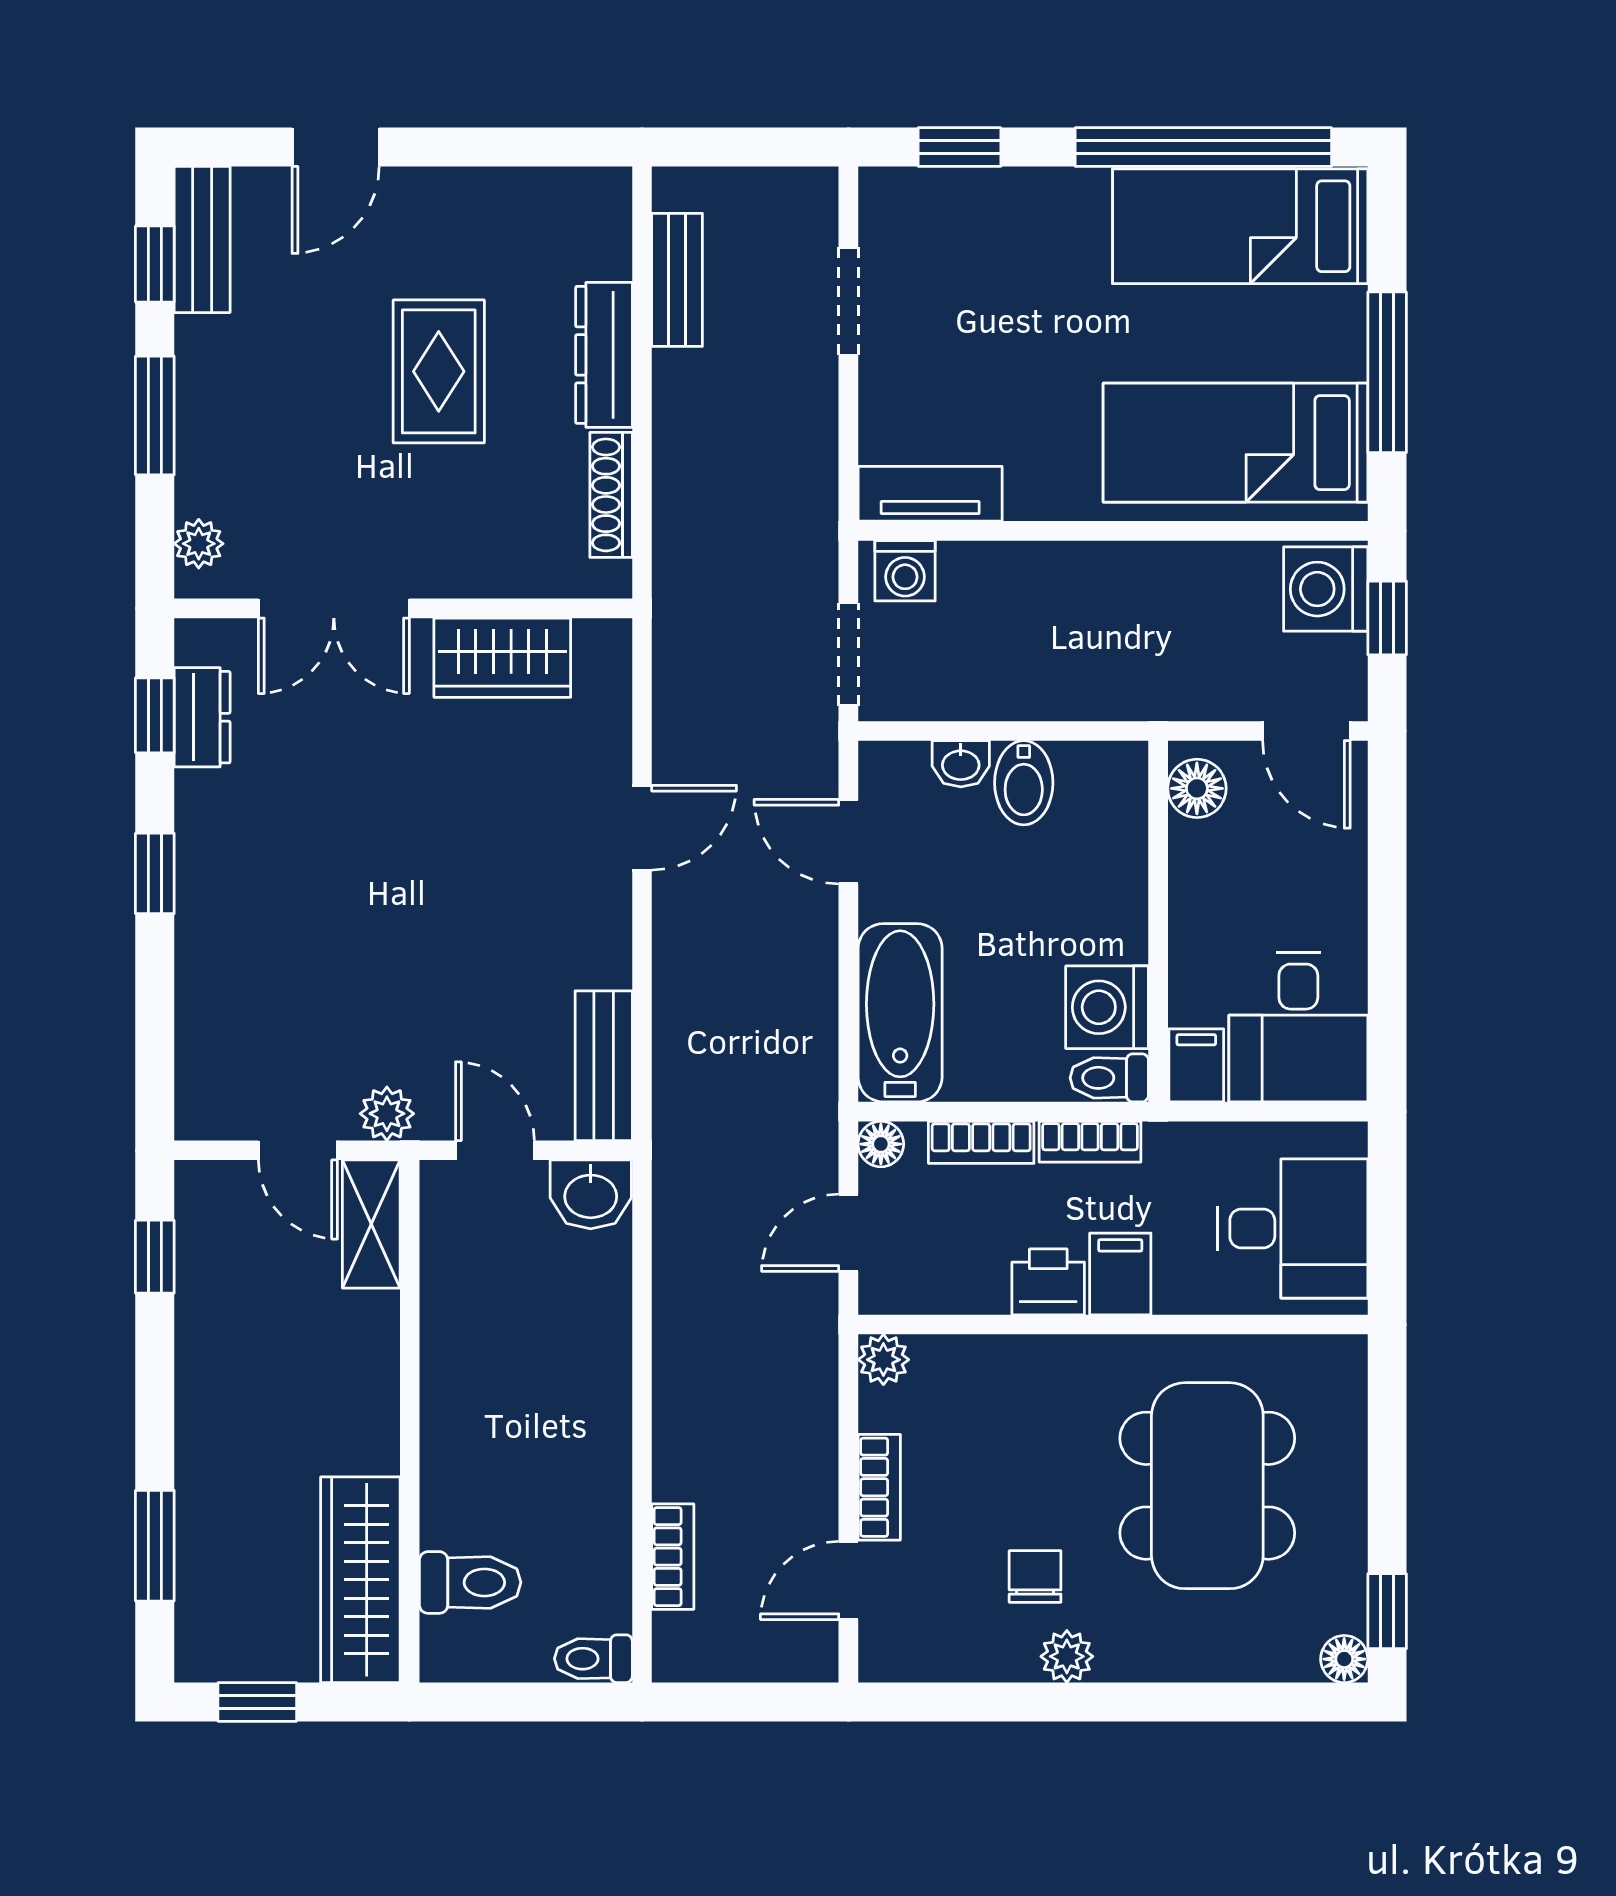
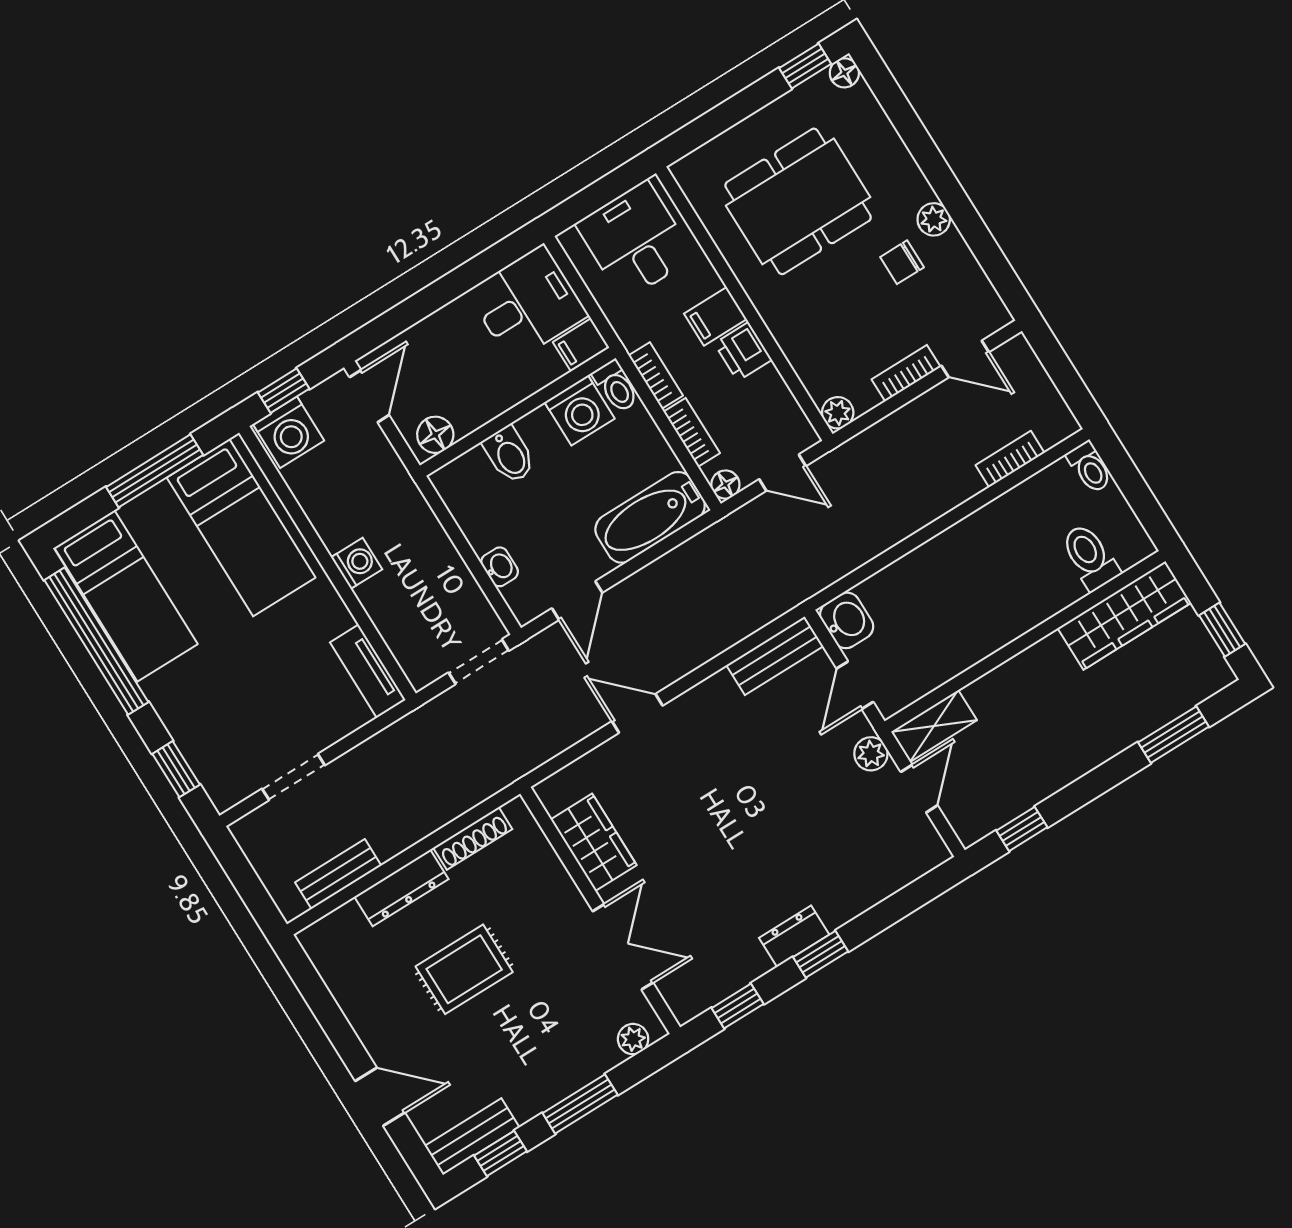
washing machine: (905, 571) -> (357, 563), moved
dresser: (202, 717) -> (794, 936), moved
bidet: (1024, 783) -> (509, 455), moved, turned 90

